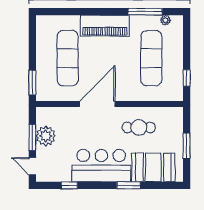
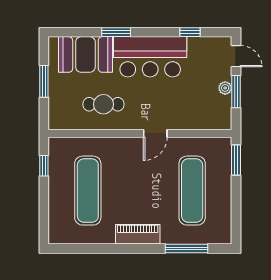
window: (145, 12) -> (187, 249), moved
plant: (165, 20) -> (70, 238), removed
piano: (105, 26) -> (138, 234), width x0.73, depth x0.75
door: (97, 104) -> (155, 133), width x0.53
plant: (46, 136) -> (225, 88), width x0.53, depth x0.53

